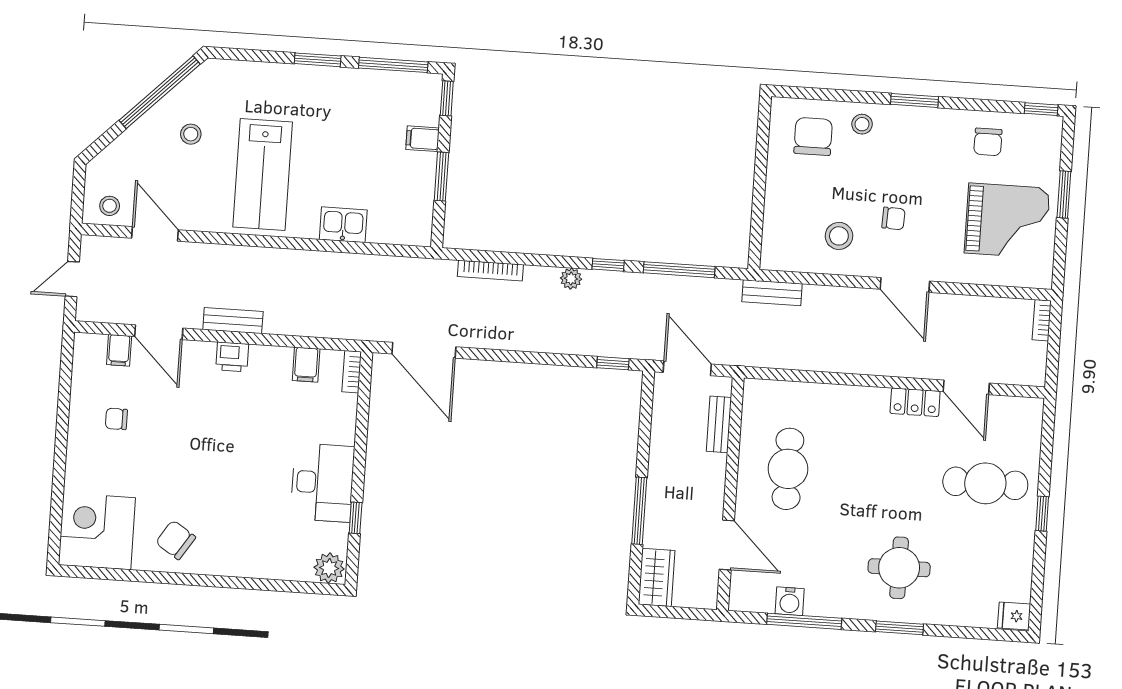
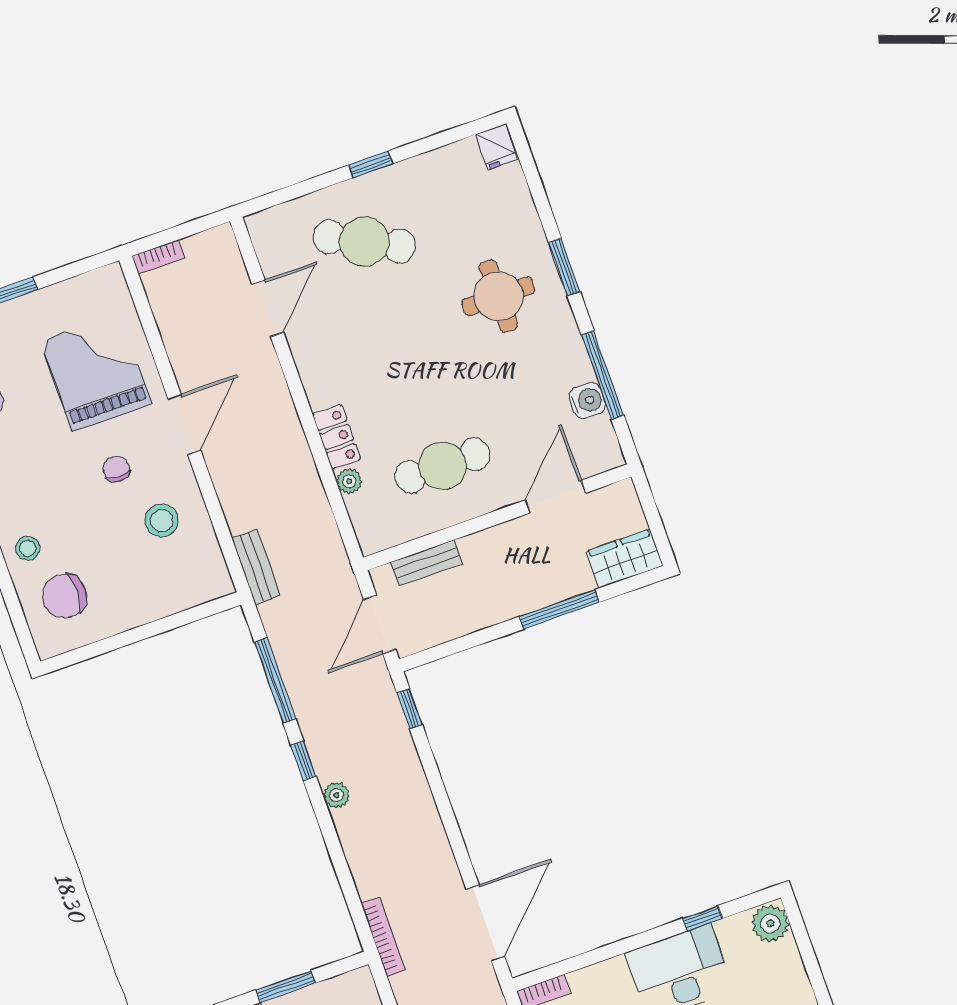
grand piano: (1007, 221) -> (96, 372), moved
bookcase: (490, 271) -> (383, 937), moved
plant: (807, 392) -> (349, 481), added
locker: (915, 402) -> (337, 437), moved
cafe table: (985, 483) -> (364, 241), turned -63

